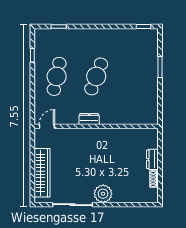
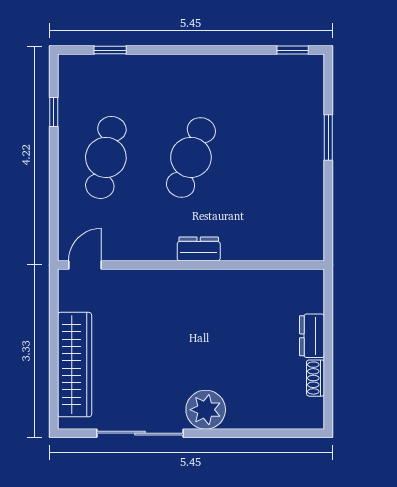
dresser: (89, 119) -> (199, 249), moved

